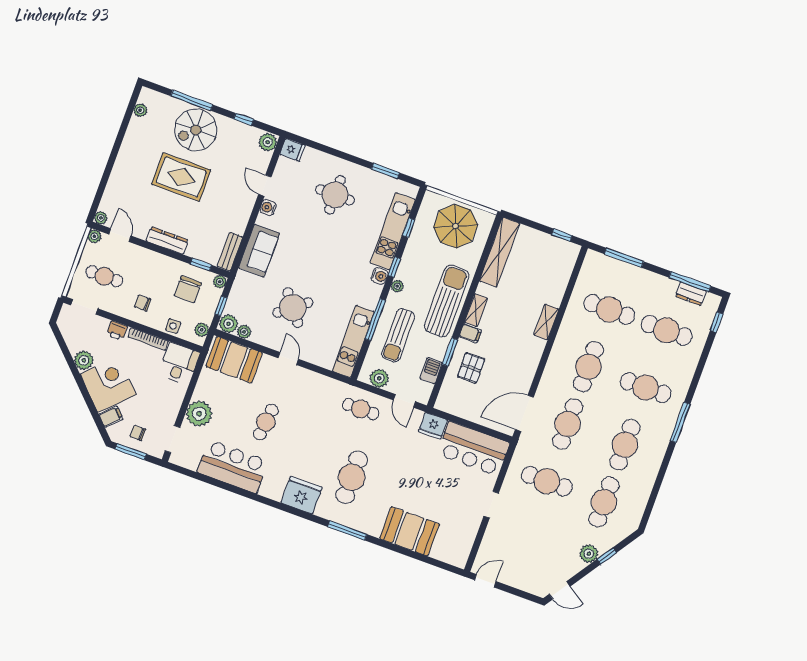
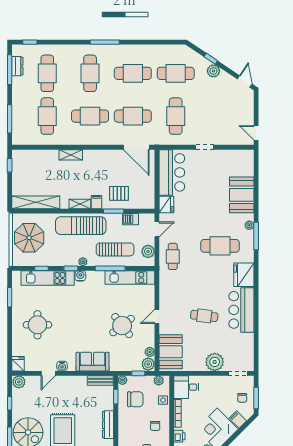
bar counter: (233, 466) -> (241, 310), moved
plant: (365, 527) -> (249, 225), added

